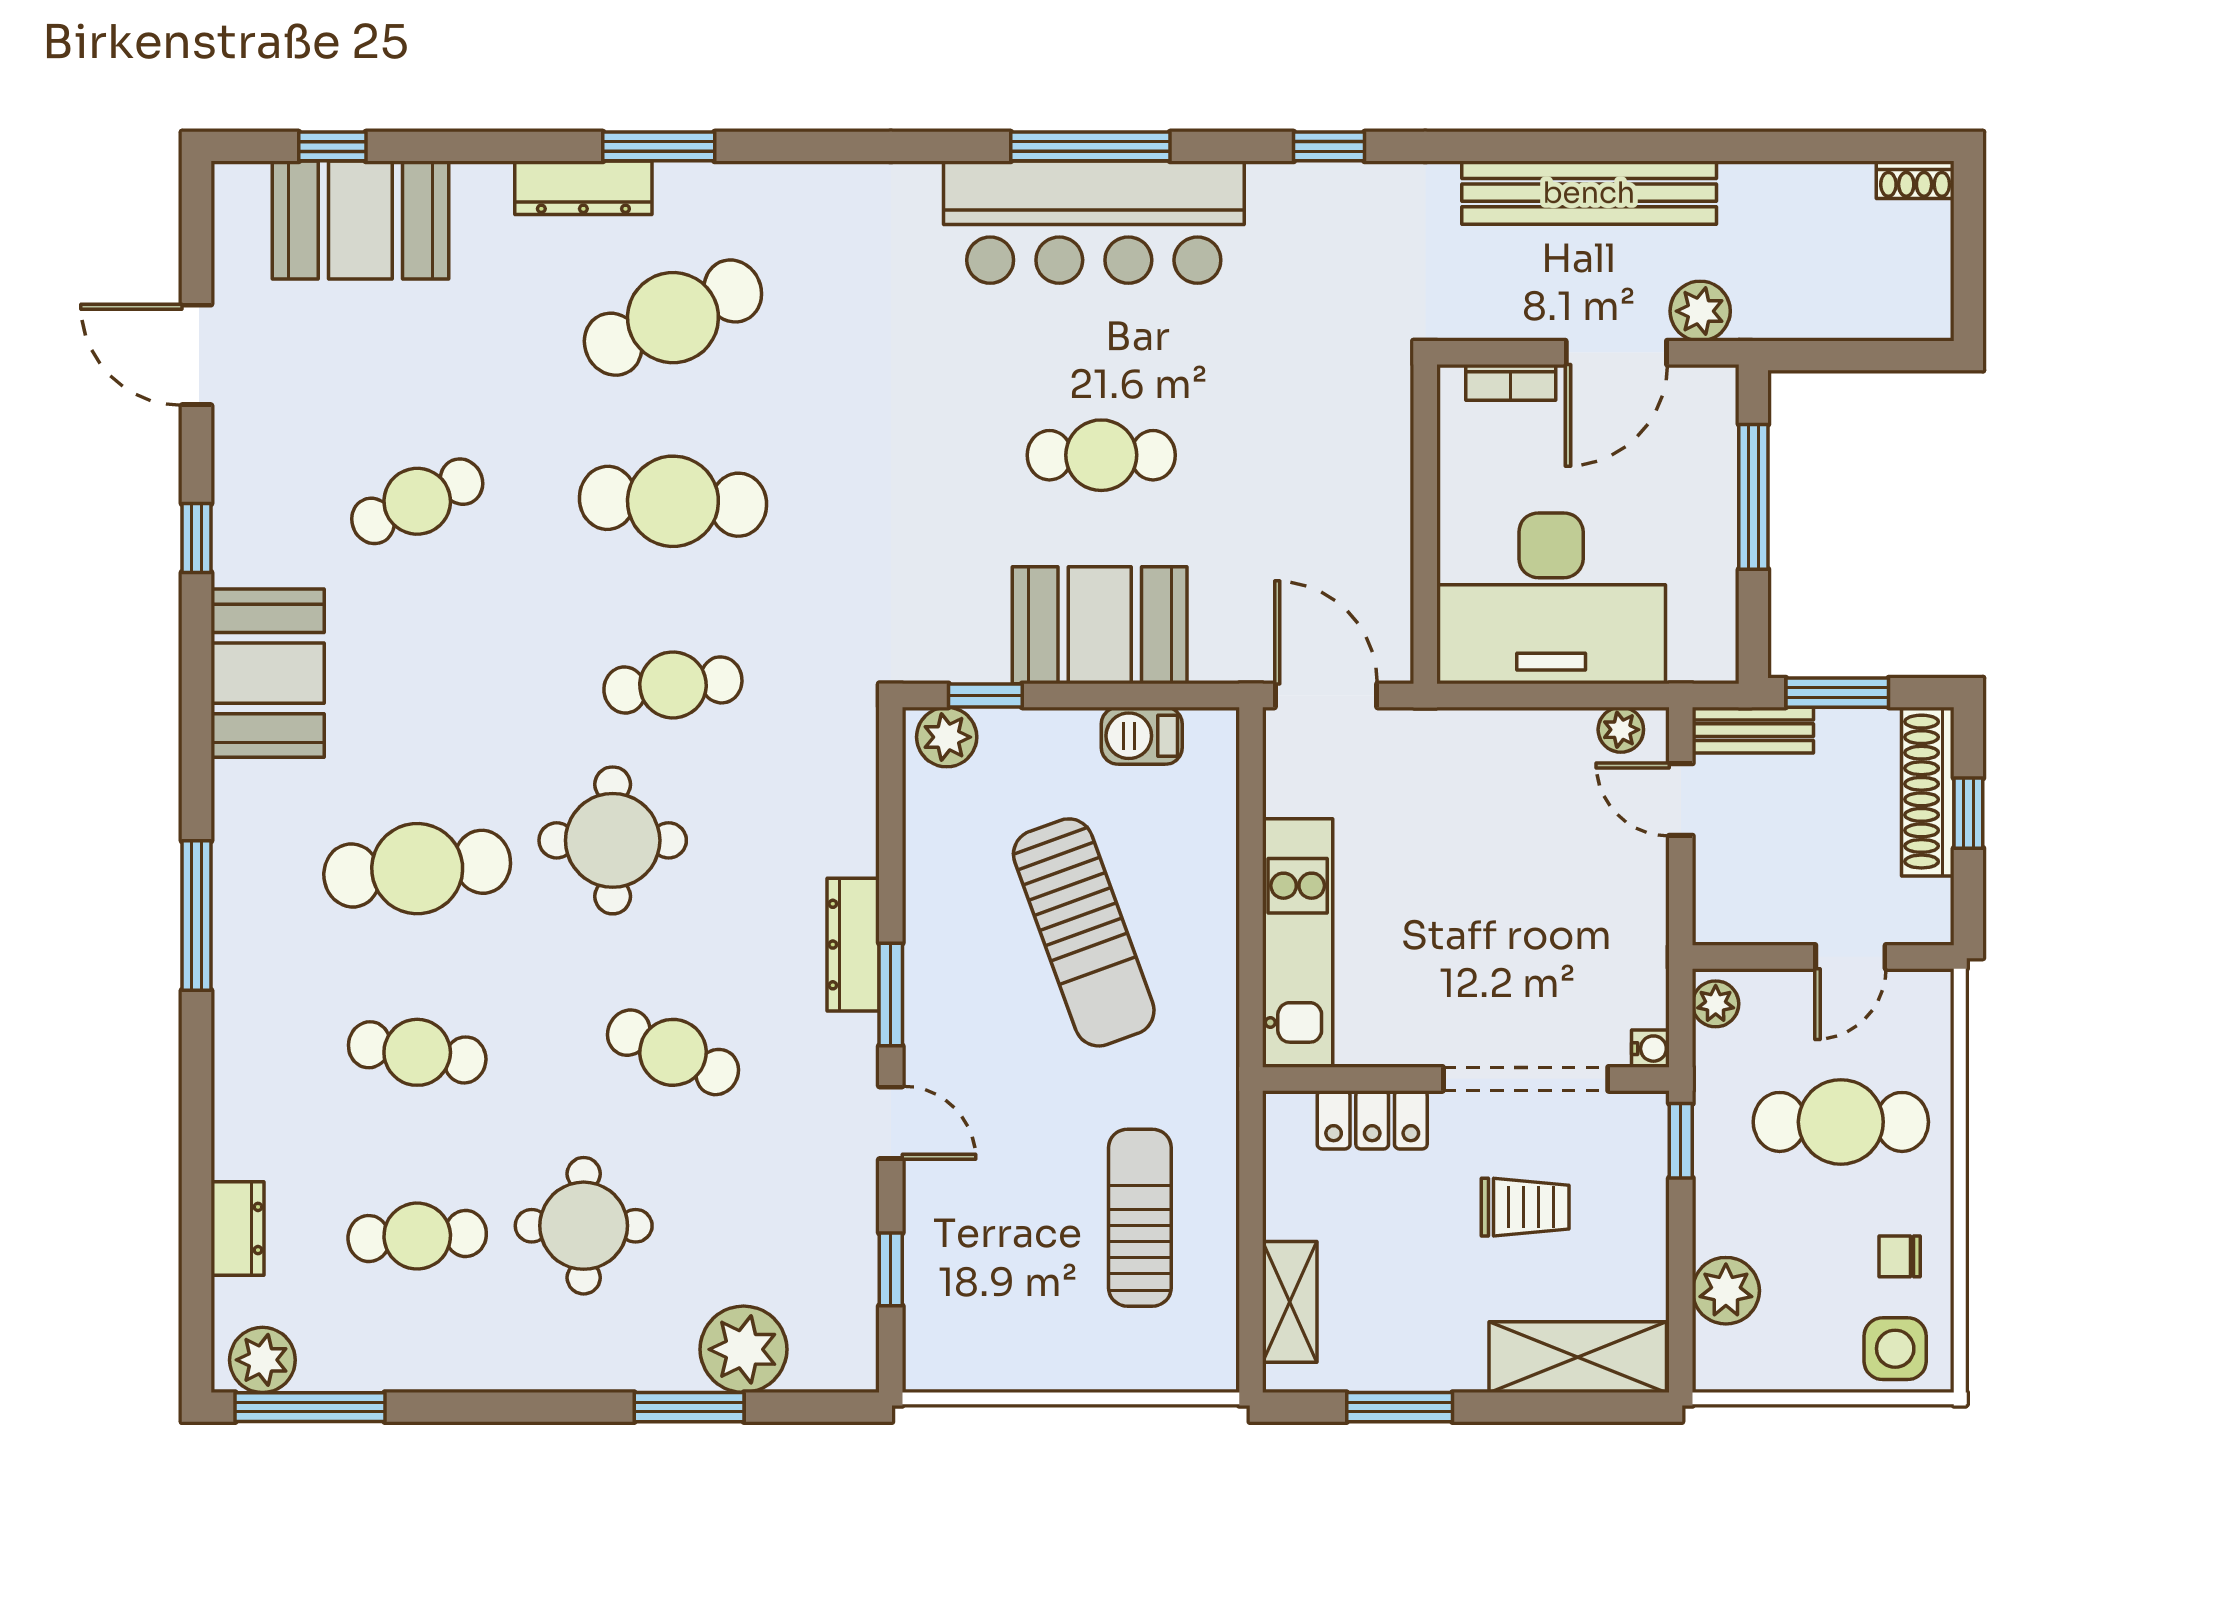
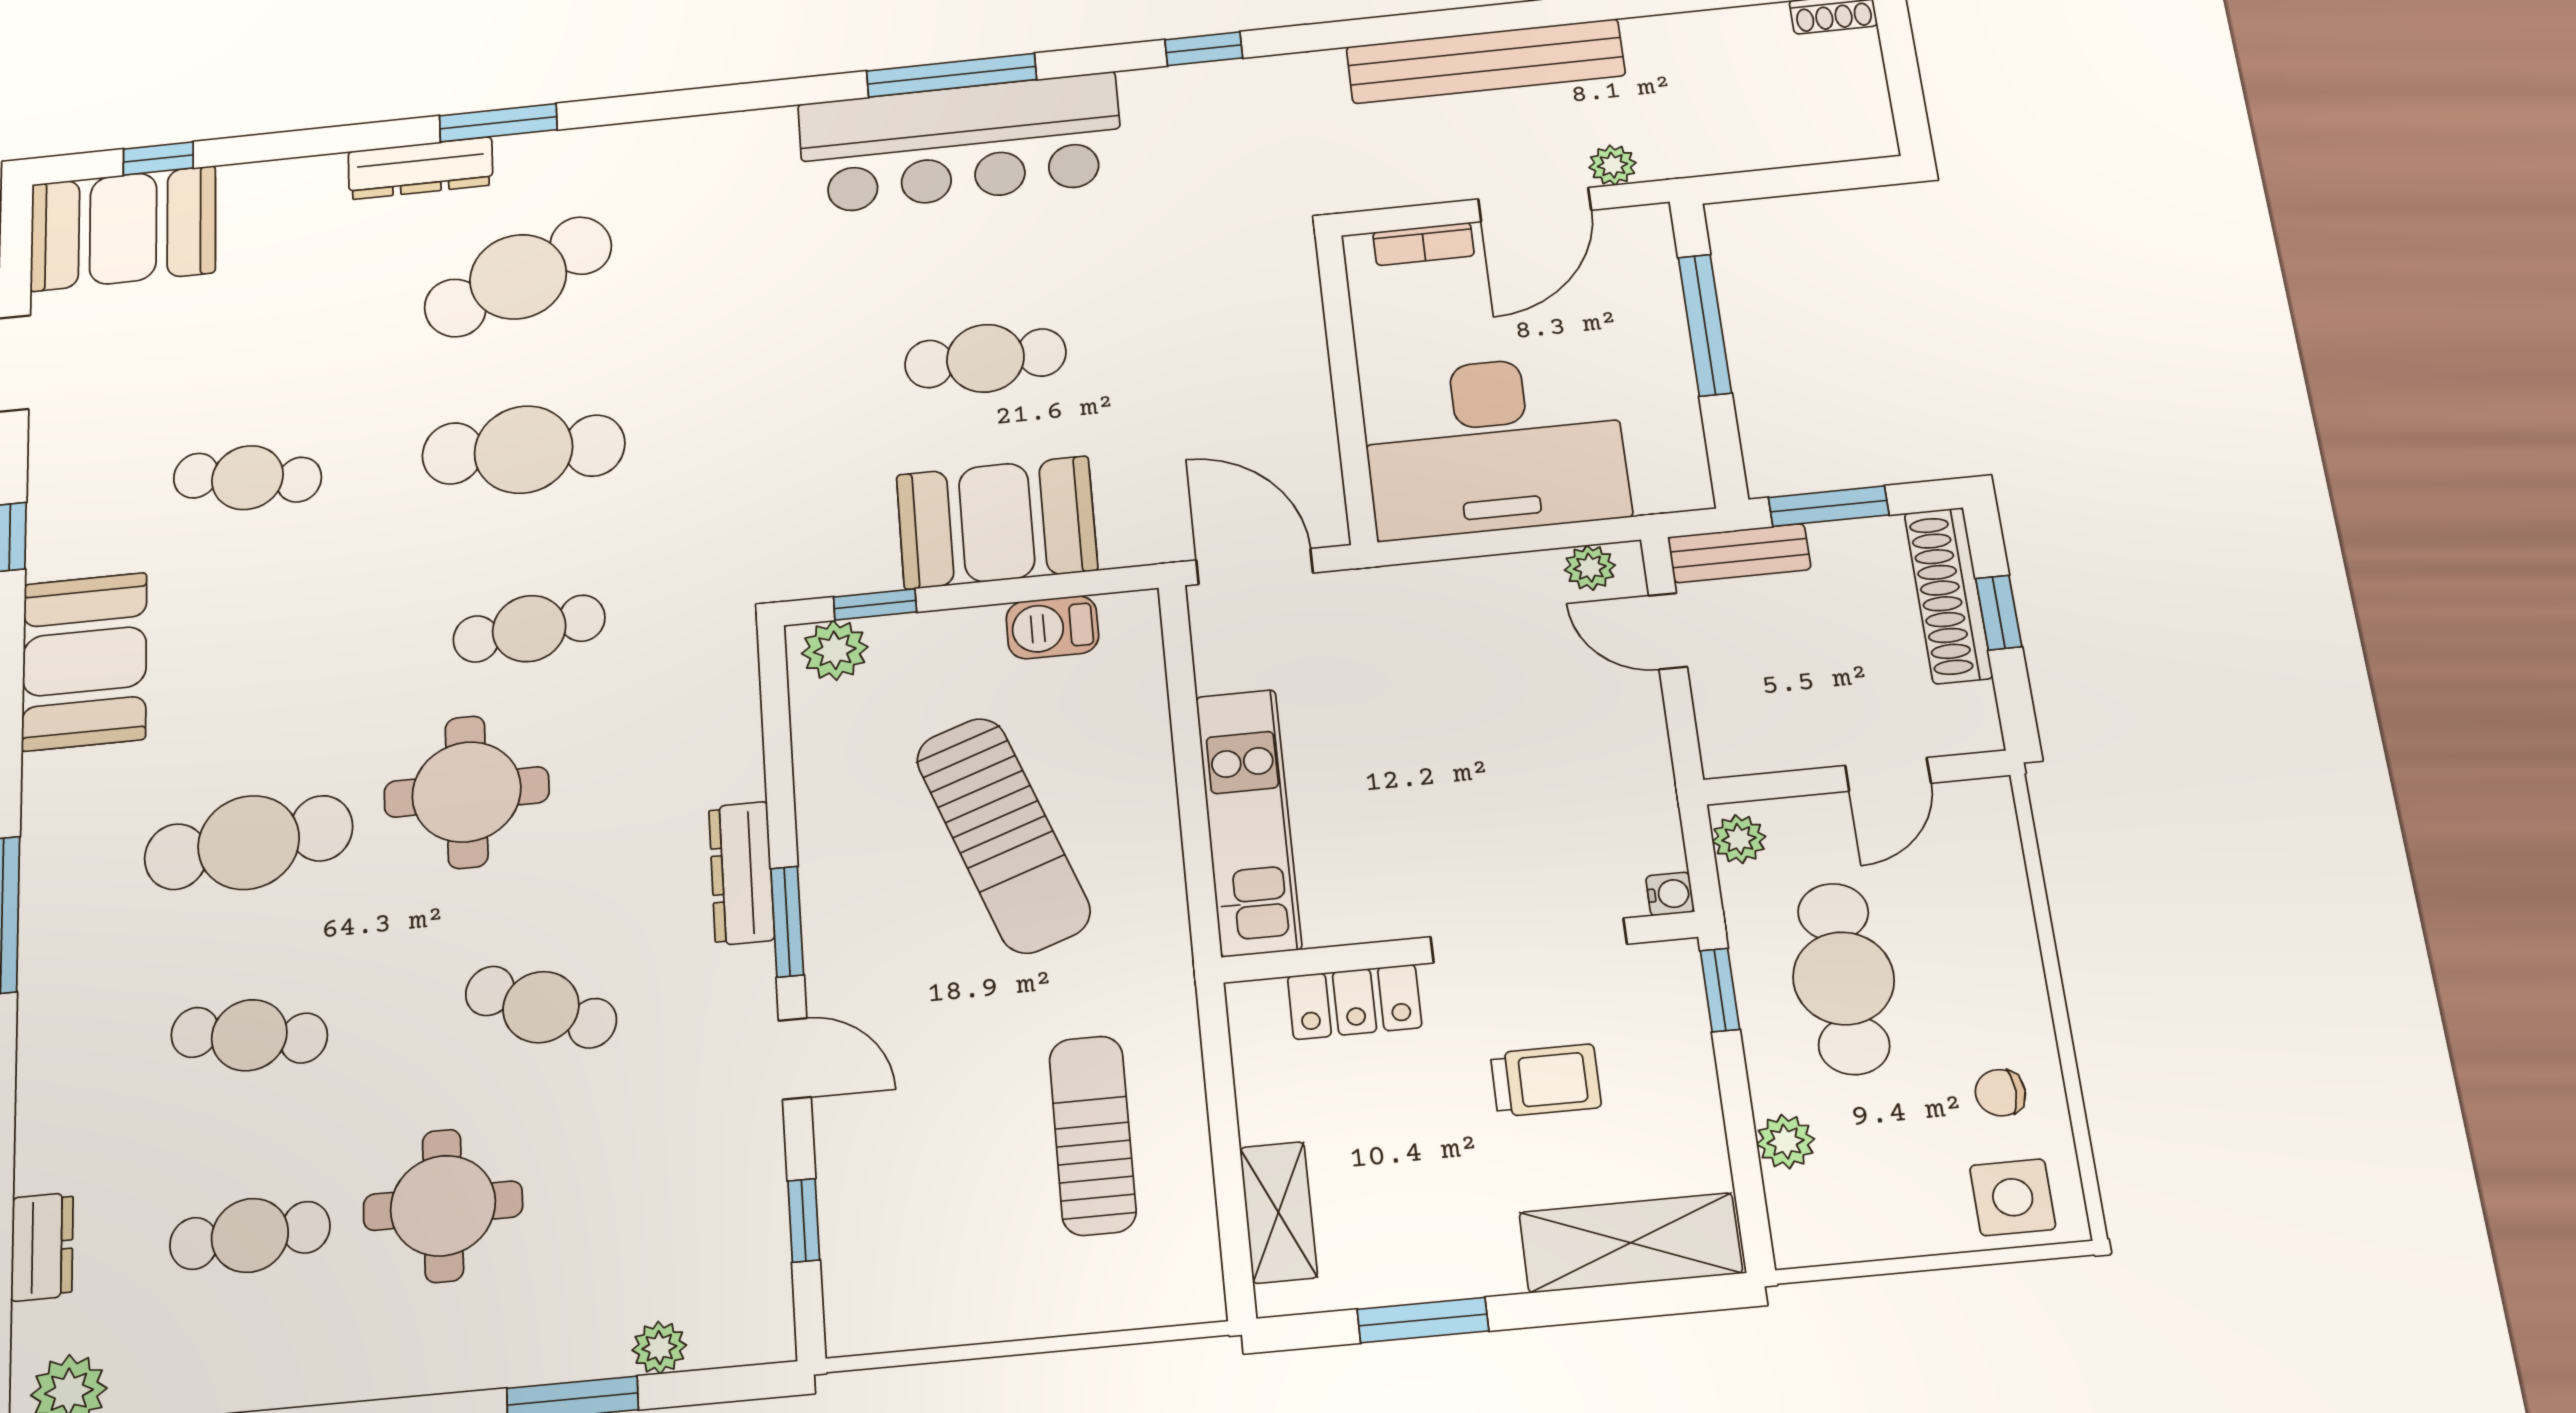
booth: (360, 220) -> (123, 228), moved
plant: (1700, 311) -> (1613, 165), width x0.73, depth x0.73
cafe table: (417, 501) -> (247, 478), turned 33
cafe table: (1841, 1122) -> (1844, 978), moved, turned 90
plant: (1726, 1291) -> (1786, 1142), width x0.73, depth x0.73
plant: (744, 1349) -> (659, 1348), width x0.53, depth x0.53

